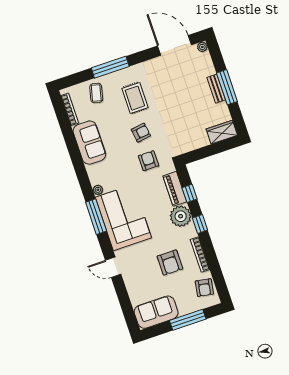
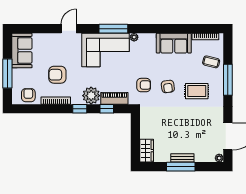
armchair: (204, 288) -> (28, 95), turned 80

